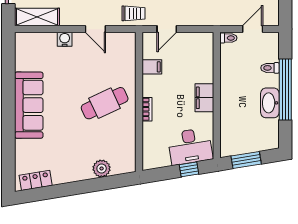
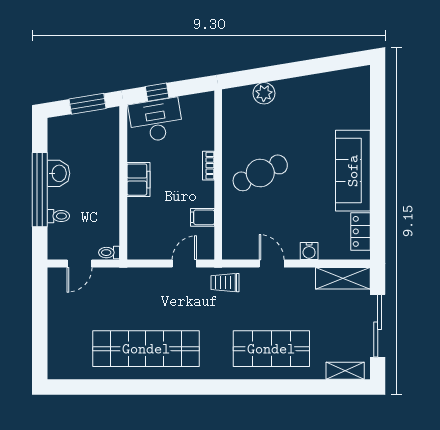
washbasin: (270, 103) -> (58, 173), width x0.72
locker: (36, 180) -> (361, 231), moved, turned 99

